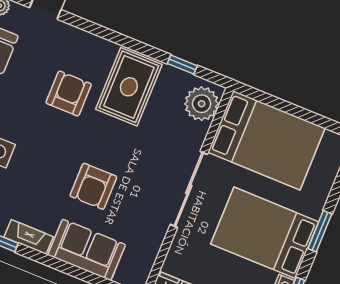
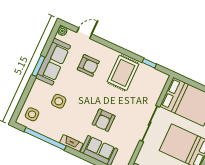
armchair: (69, 93) -> (88, 65), moved, turned 90
plant: (202, 104) -> (158, 83), removed

